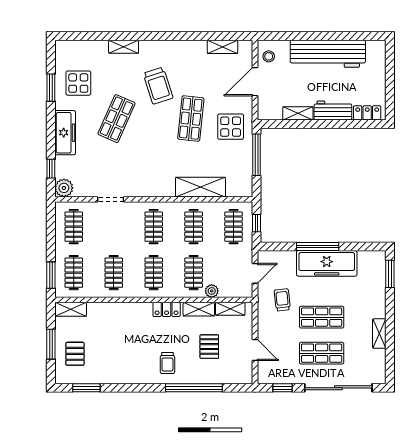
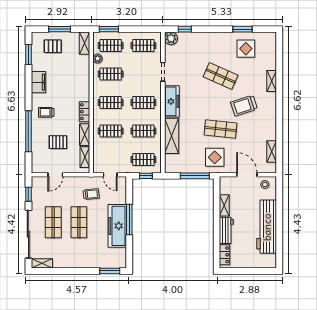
freezer: (65, 133) -> (172, 101), moved, turned -90
plant: (212, 291) -> (98, 59), moved
shelving: (379, 334) -> (42, 263), moved
filing cabinet: (125, 374) -> (38, 82), added

